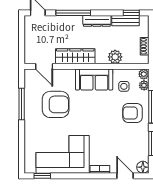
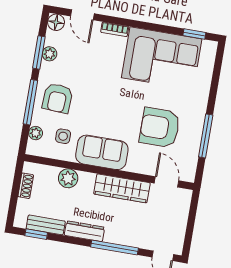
plant: (144, 74) -> (49, 54), moved
armchair: (133, 113) -> (58, 98), turned 93

